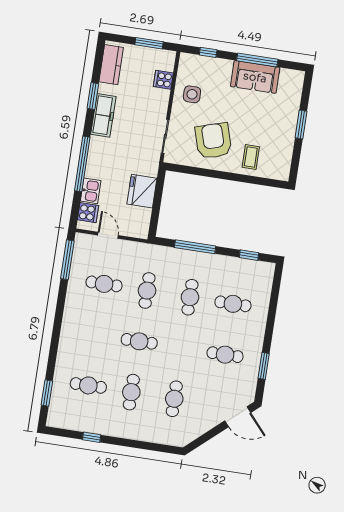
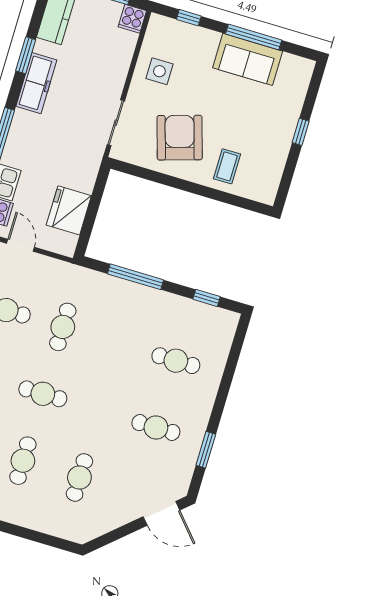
cooker: (163, 80) -> (132, 19), moved, turned -90
window: (301, 124) -> (301, 132), width x0.67
fridge: (142, 191) -> (69, 210), moved
cafe table: (190, 297) -> (119, 344), removed

